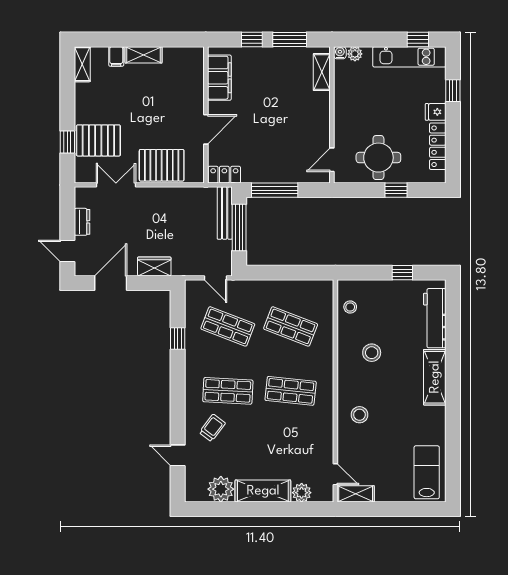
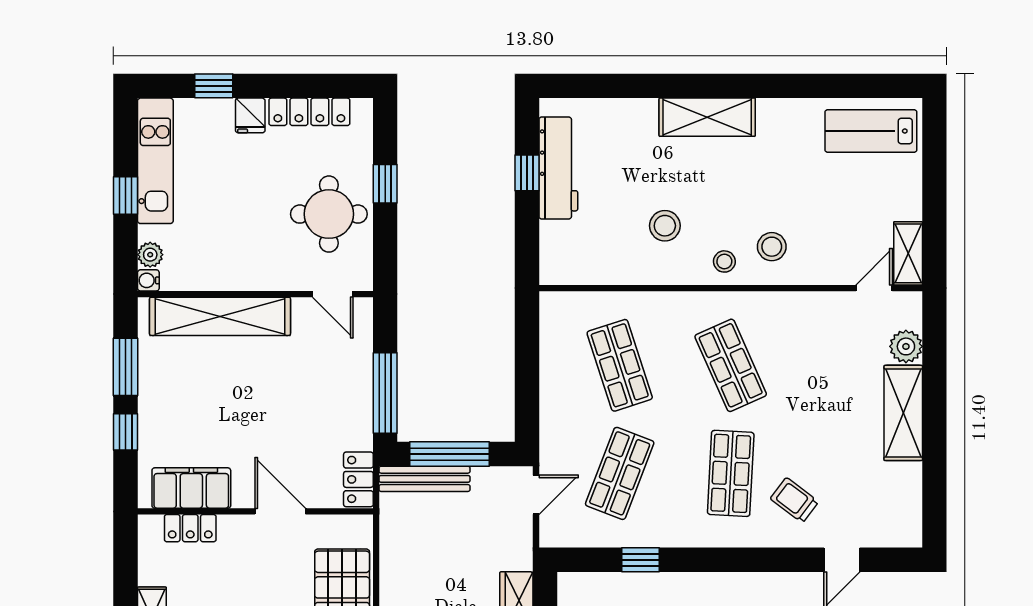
window: (418, 39) -> (126, 195), moved
shelving: (322, 72) -> (220, 316), width x2.20, depth x1.33
locker: (196, 77) -> (190, 528), added
stool: (350, 307) -> (724, 261), moved
workbench: (435, 318) -> (558, 168), moved, turned -90
shop shelf: (291, 326) -> (620, 365), turned -39
shop shelf: (291, 391) -> (731, 365), turned -30
plant: (221, 489) -> (900, 486), removed

